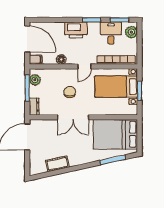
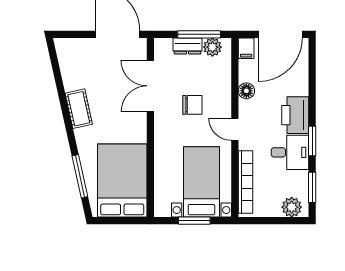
desk: (111, 33) -> (290, 152), moved
dresser: (34, 107) -> (188, 46), moved
double door: (73, 117) -> (150, 86), moved
cot: (57, 164) -> (79, 109), moved

